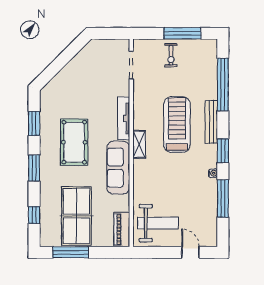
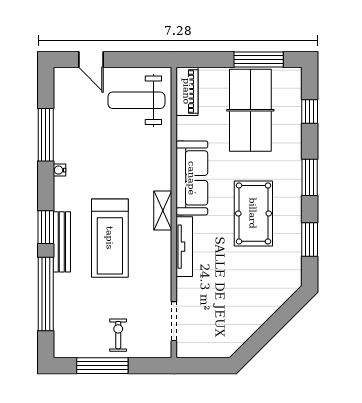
window: (223, 151) -> (46, 227), moved

